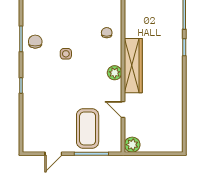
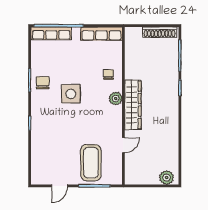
side table: (66, 54) -> (71, 94), width x1.87, depth x1.87
plant: (115, 73) -> (116, 98), moved
door: (123, 109) -> (123, 145), swing flipped
plant: (132, 145) -> (167, 178), moved

